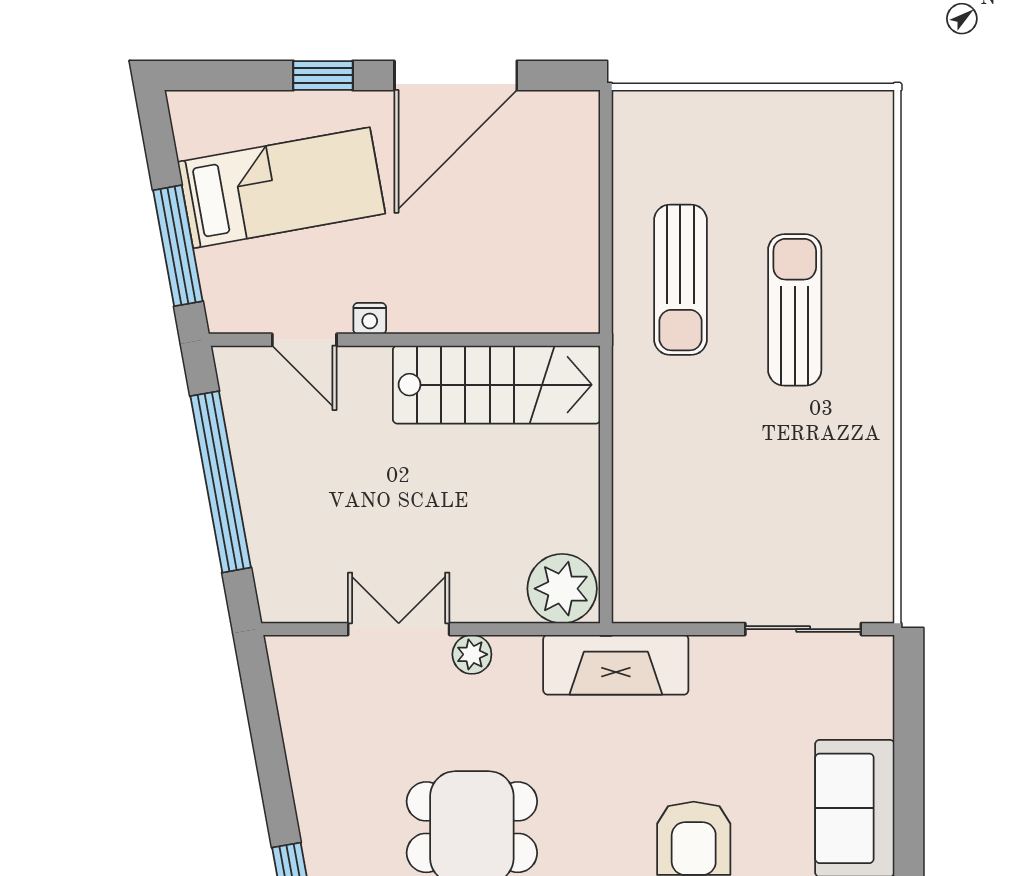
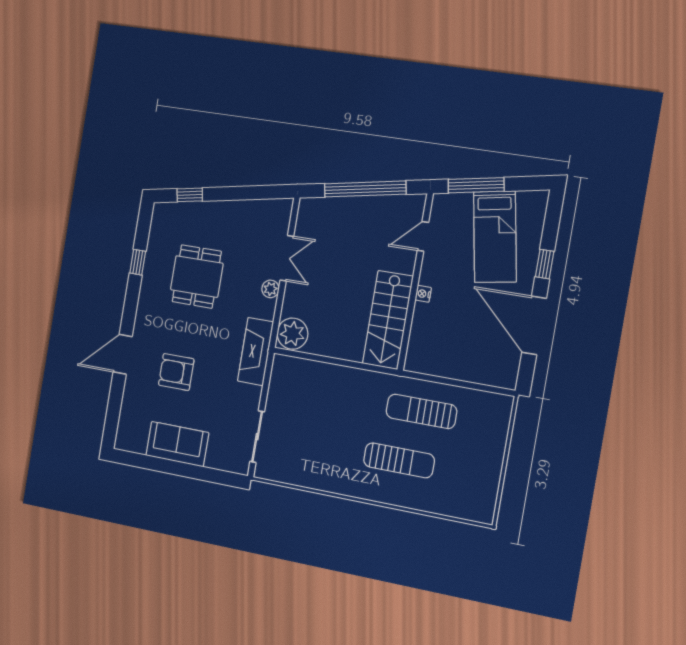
nightstand: (370, 318) -> (423, 294), moved

